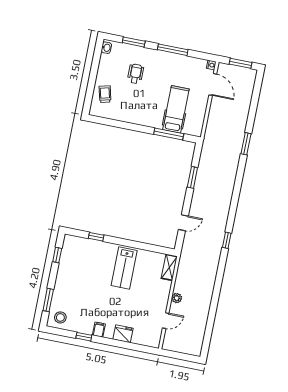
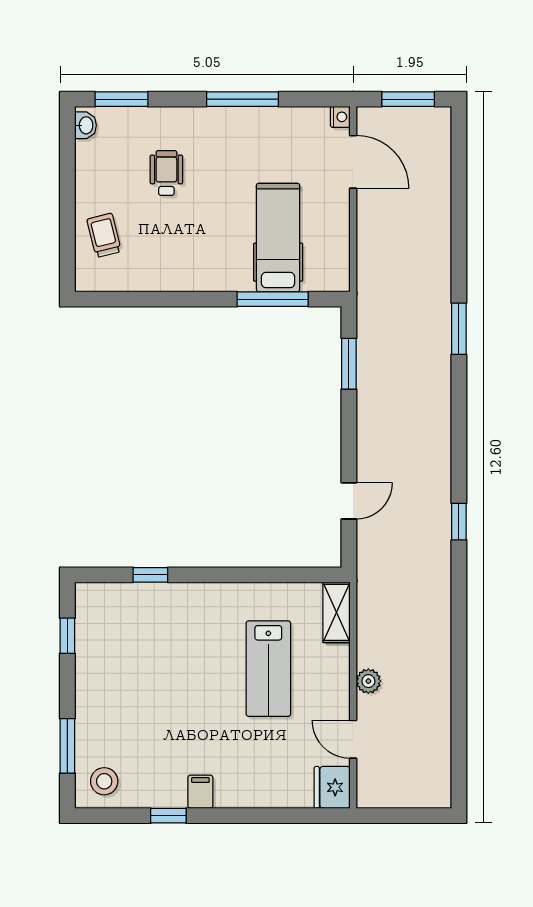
window: (134, 42) -> (121, 99), moved
window: (246, 144) -> (459, 329), moved
window: (192, 177) -> (349, 364), moved
lab bench: (124, 268) -> (268, 669), moved
door: (166, 321) -> (353, 739), swing flipped
fridge: (123, 334) -> (332, 787), moved, turned -90

